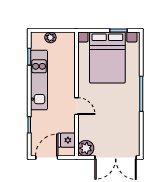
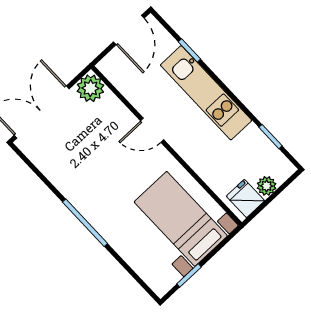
bed with nightstands: (107, 58) -> (181, 219), width x0.73
kitchen unit: (39, 80) -> (206, 93), moved
fridge: (67, 140) -> (245, 199), moved, turned -90

